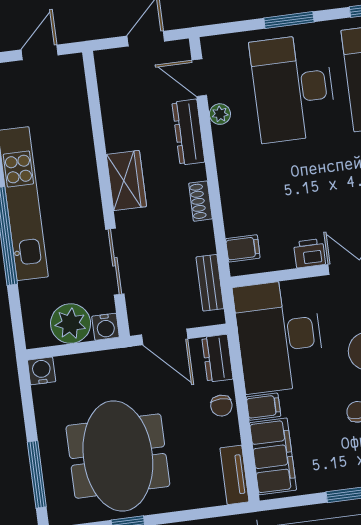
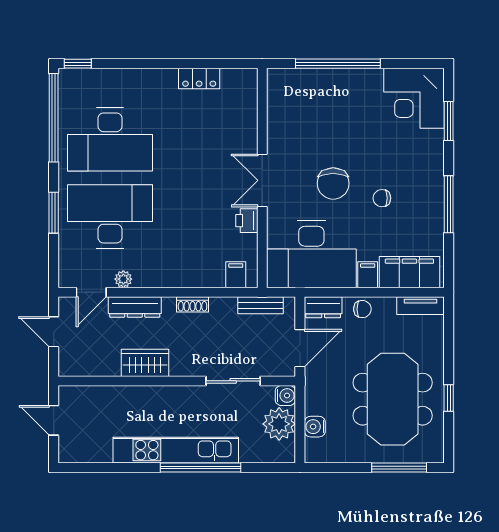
desk: (293, 88) -> (110, 216), turned 180
wardrobe: (126, 181) -> (145, 363), moved
water cooler: (42, 371) -> (315, 427), moved
meeting table: (118, 456) -> (393, 399), turned 90

